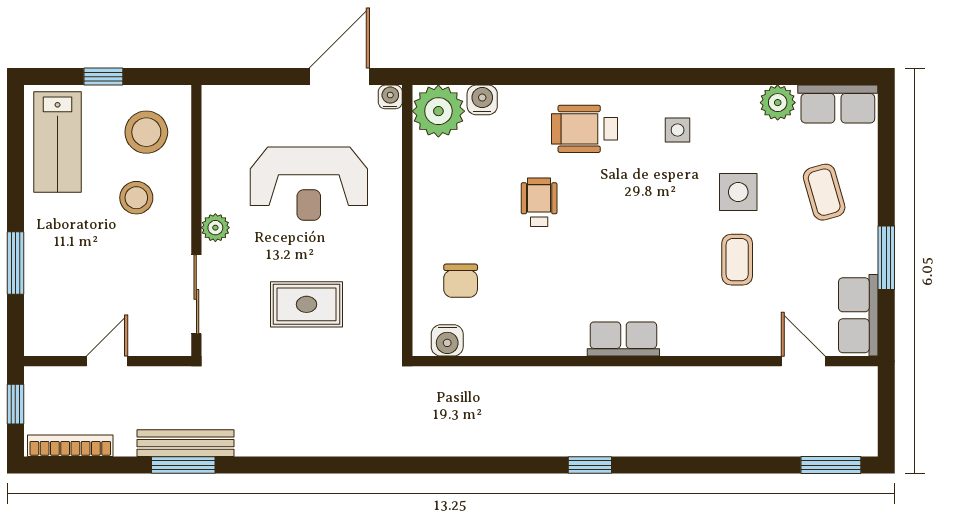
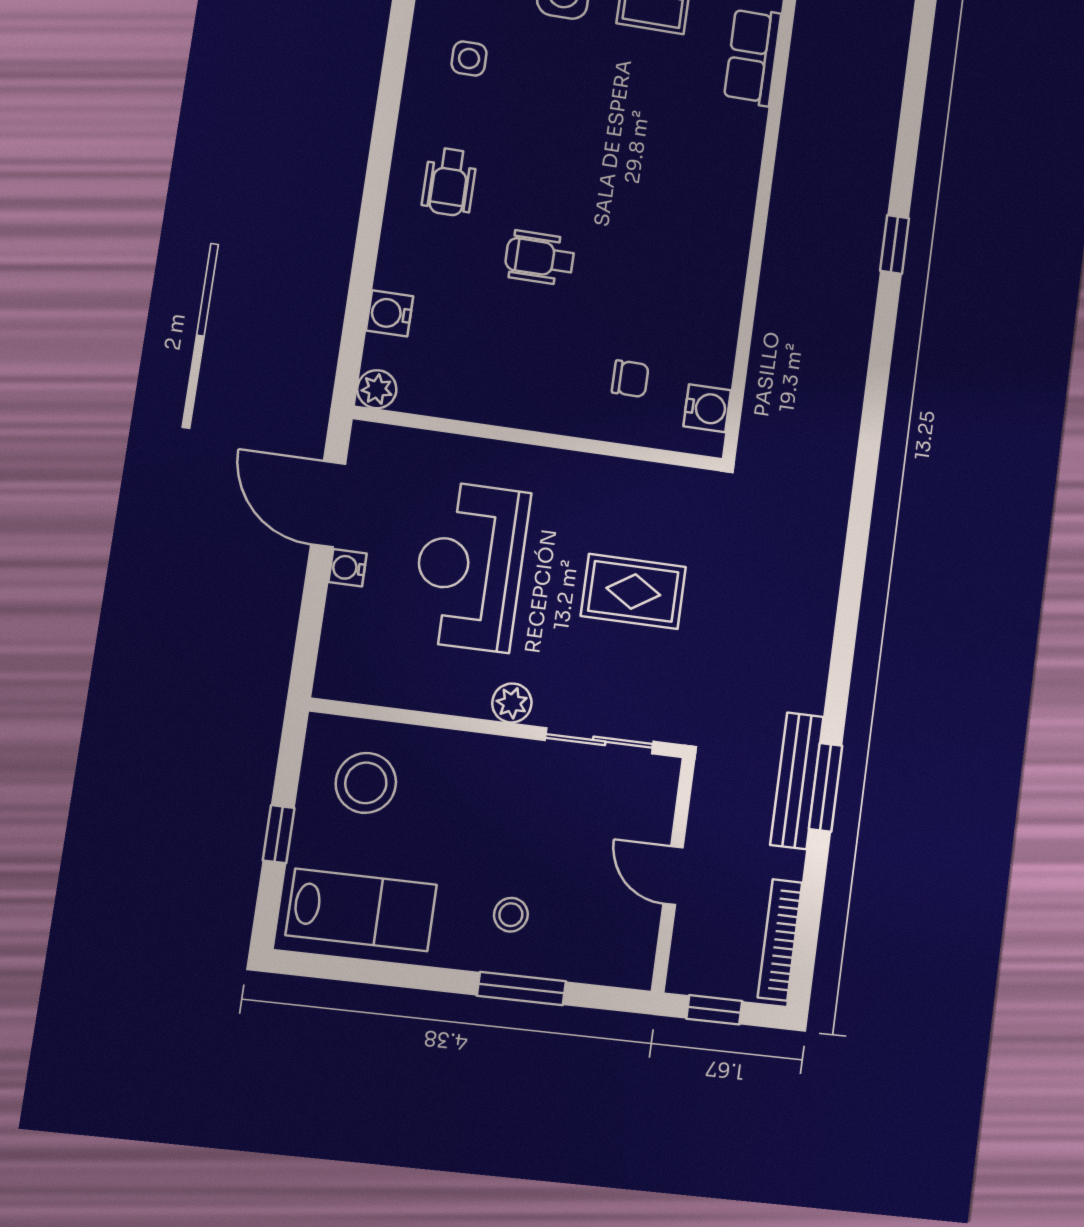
water cooler: (390, 97) -> (348, 568), moved
plant: (438, 111) -> (377, 389), width x0.53, depth x0.53
wheelchair: (584, 129) -> (449, 182), width x0.73, depth x0.73
reception desk: (309, 184) -> (470, 566), turned 180
stool: (136, 198) -> (511, 915), moved, width x0.73, depth x0.73
chair: (461, 281) -> (630, 379), width x0.73, depth x0.73
rug: (307, 304) -> (633, 591), turned 90
row of seats: (623, 339) -> (753, 56), moved

